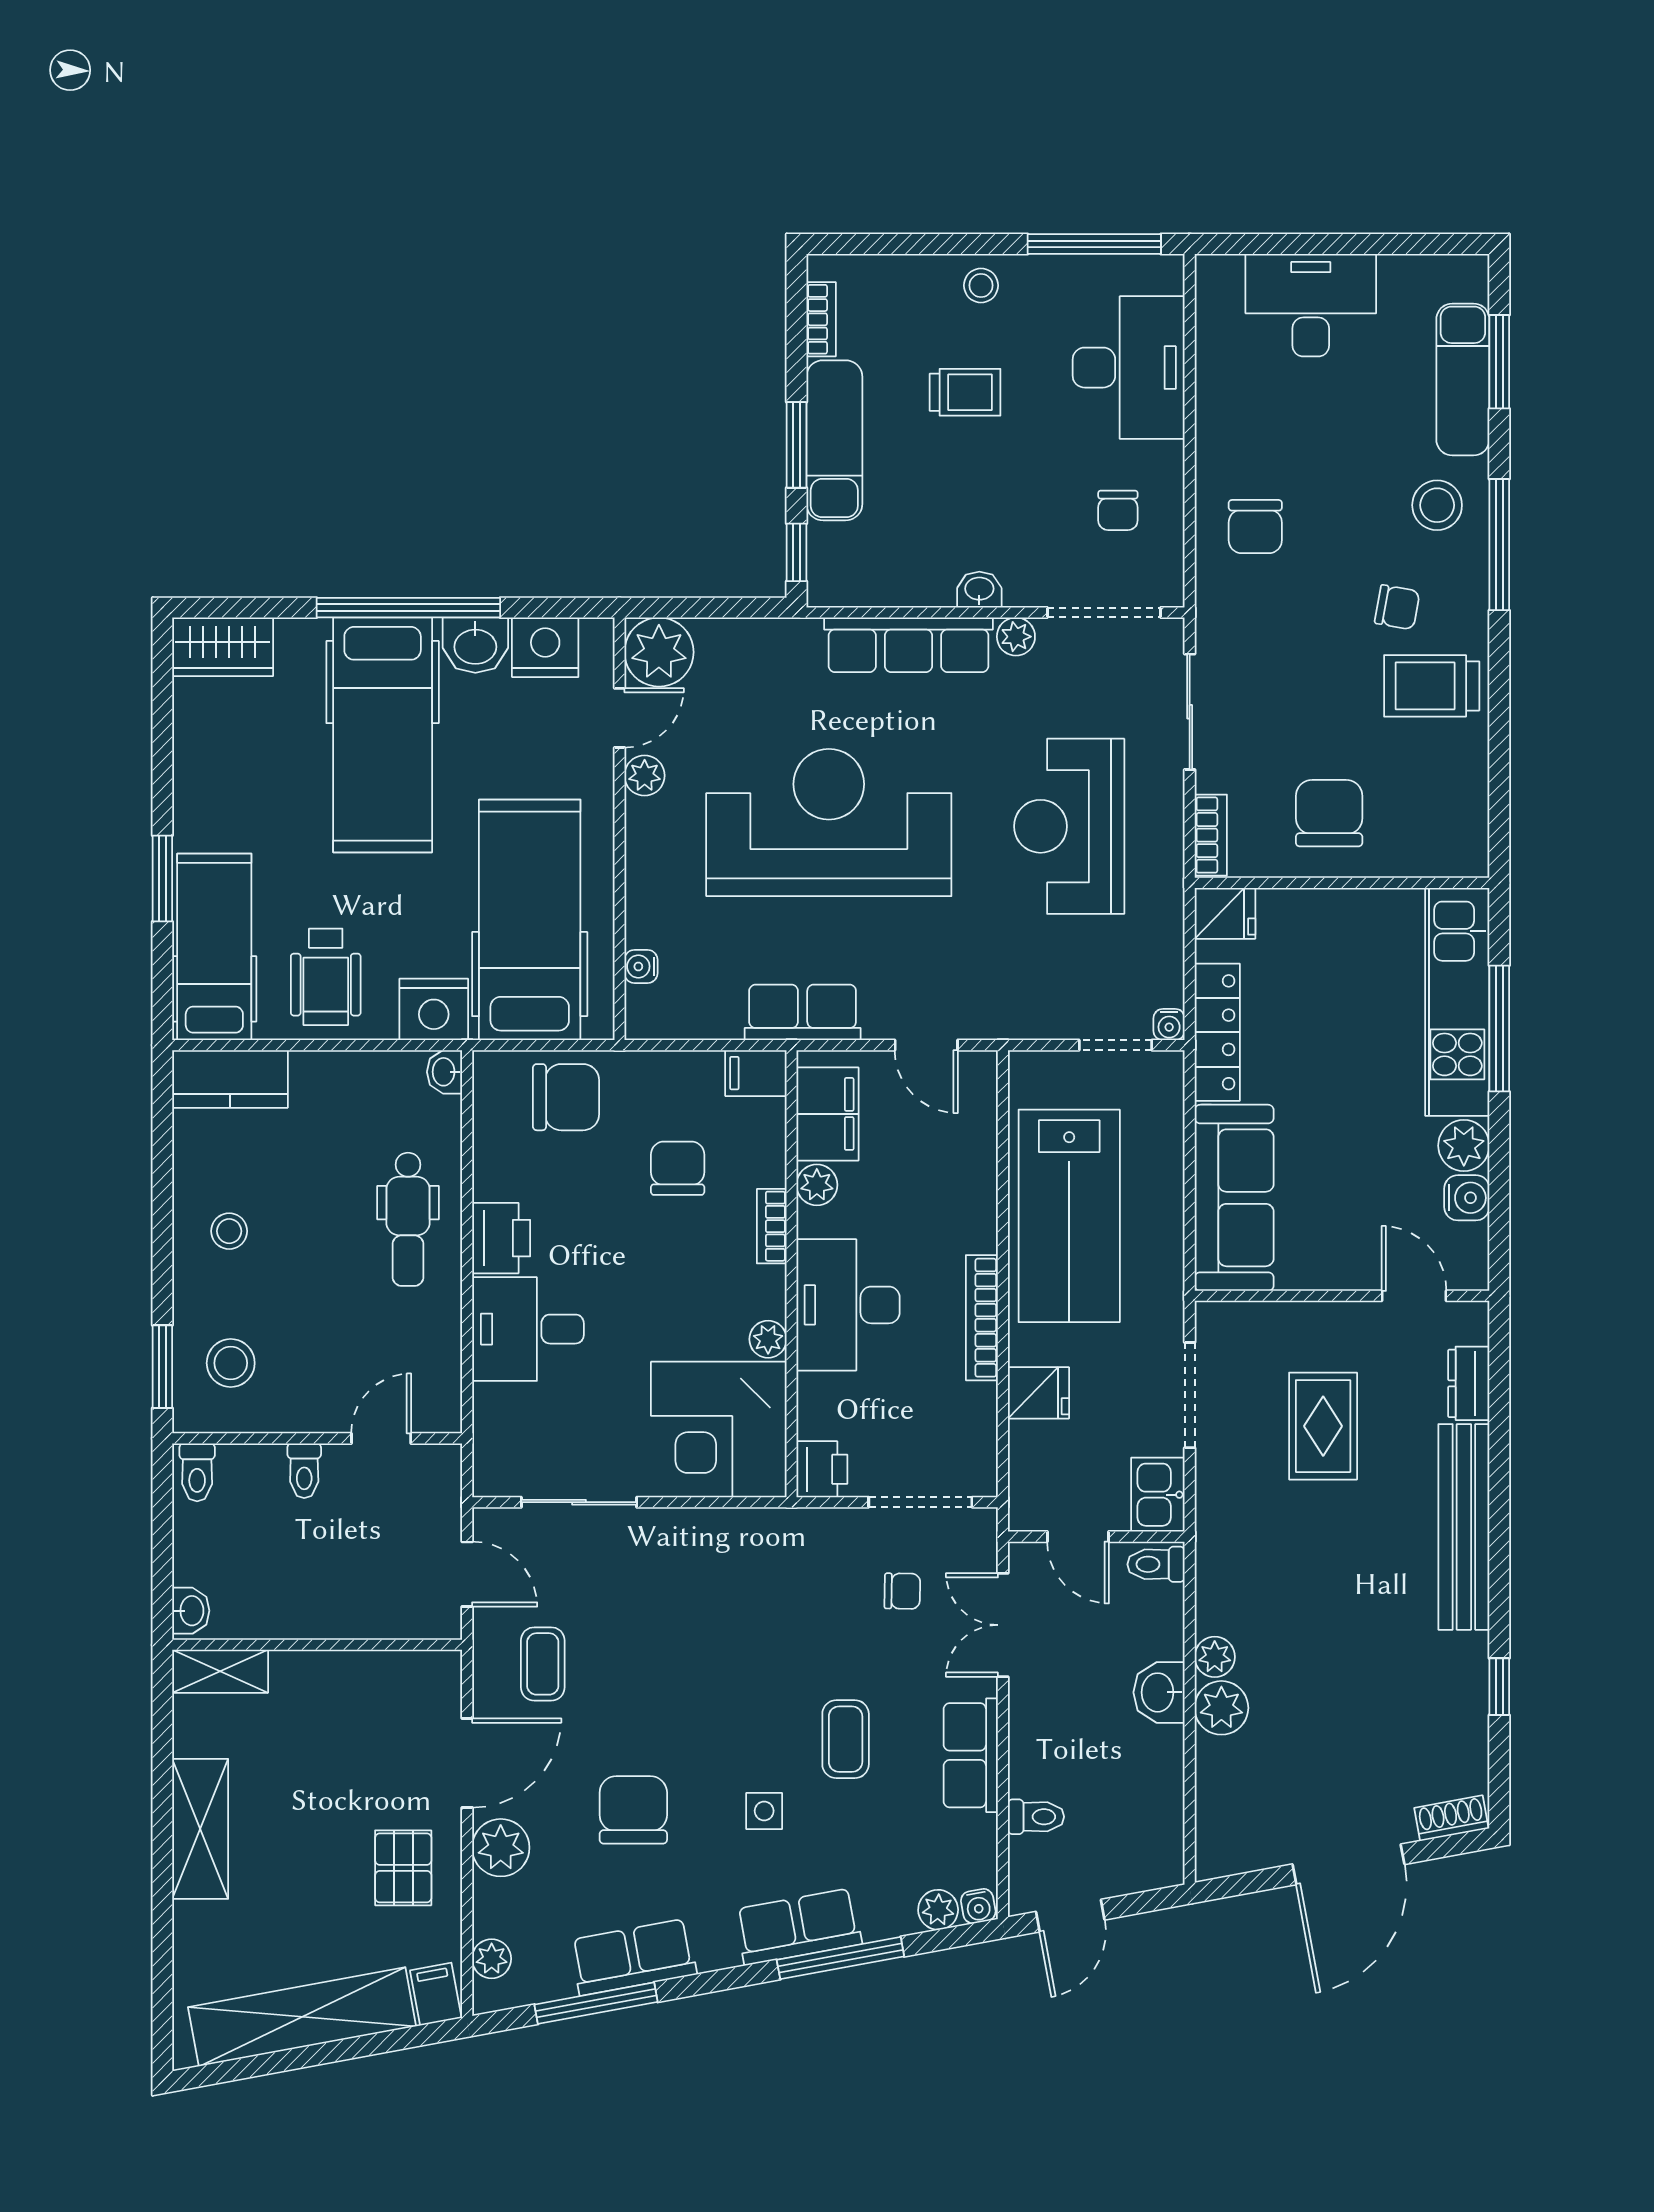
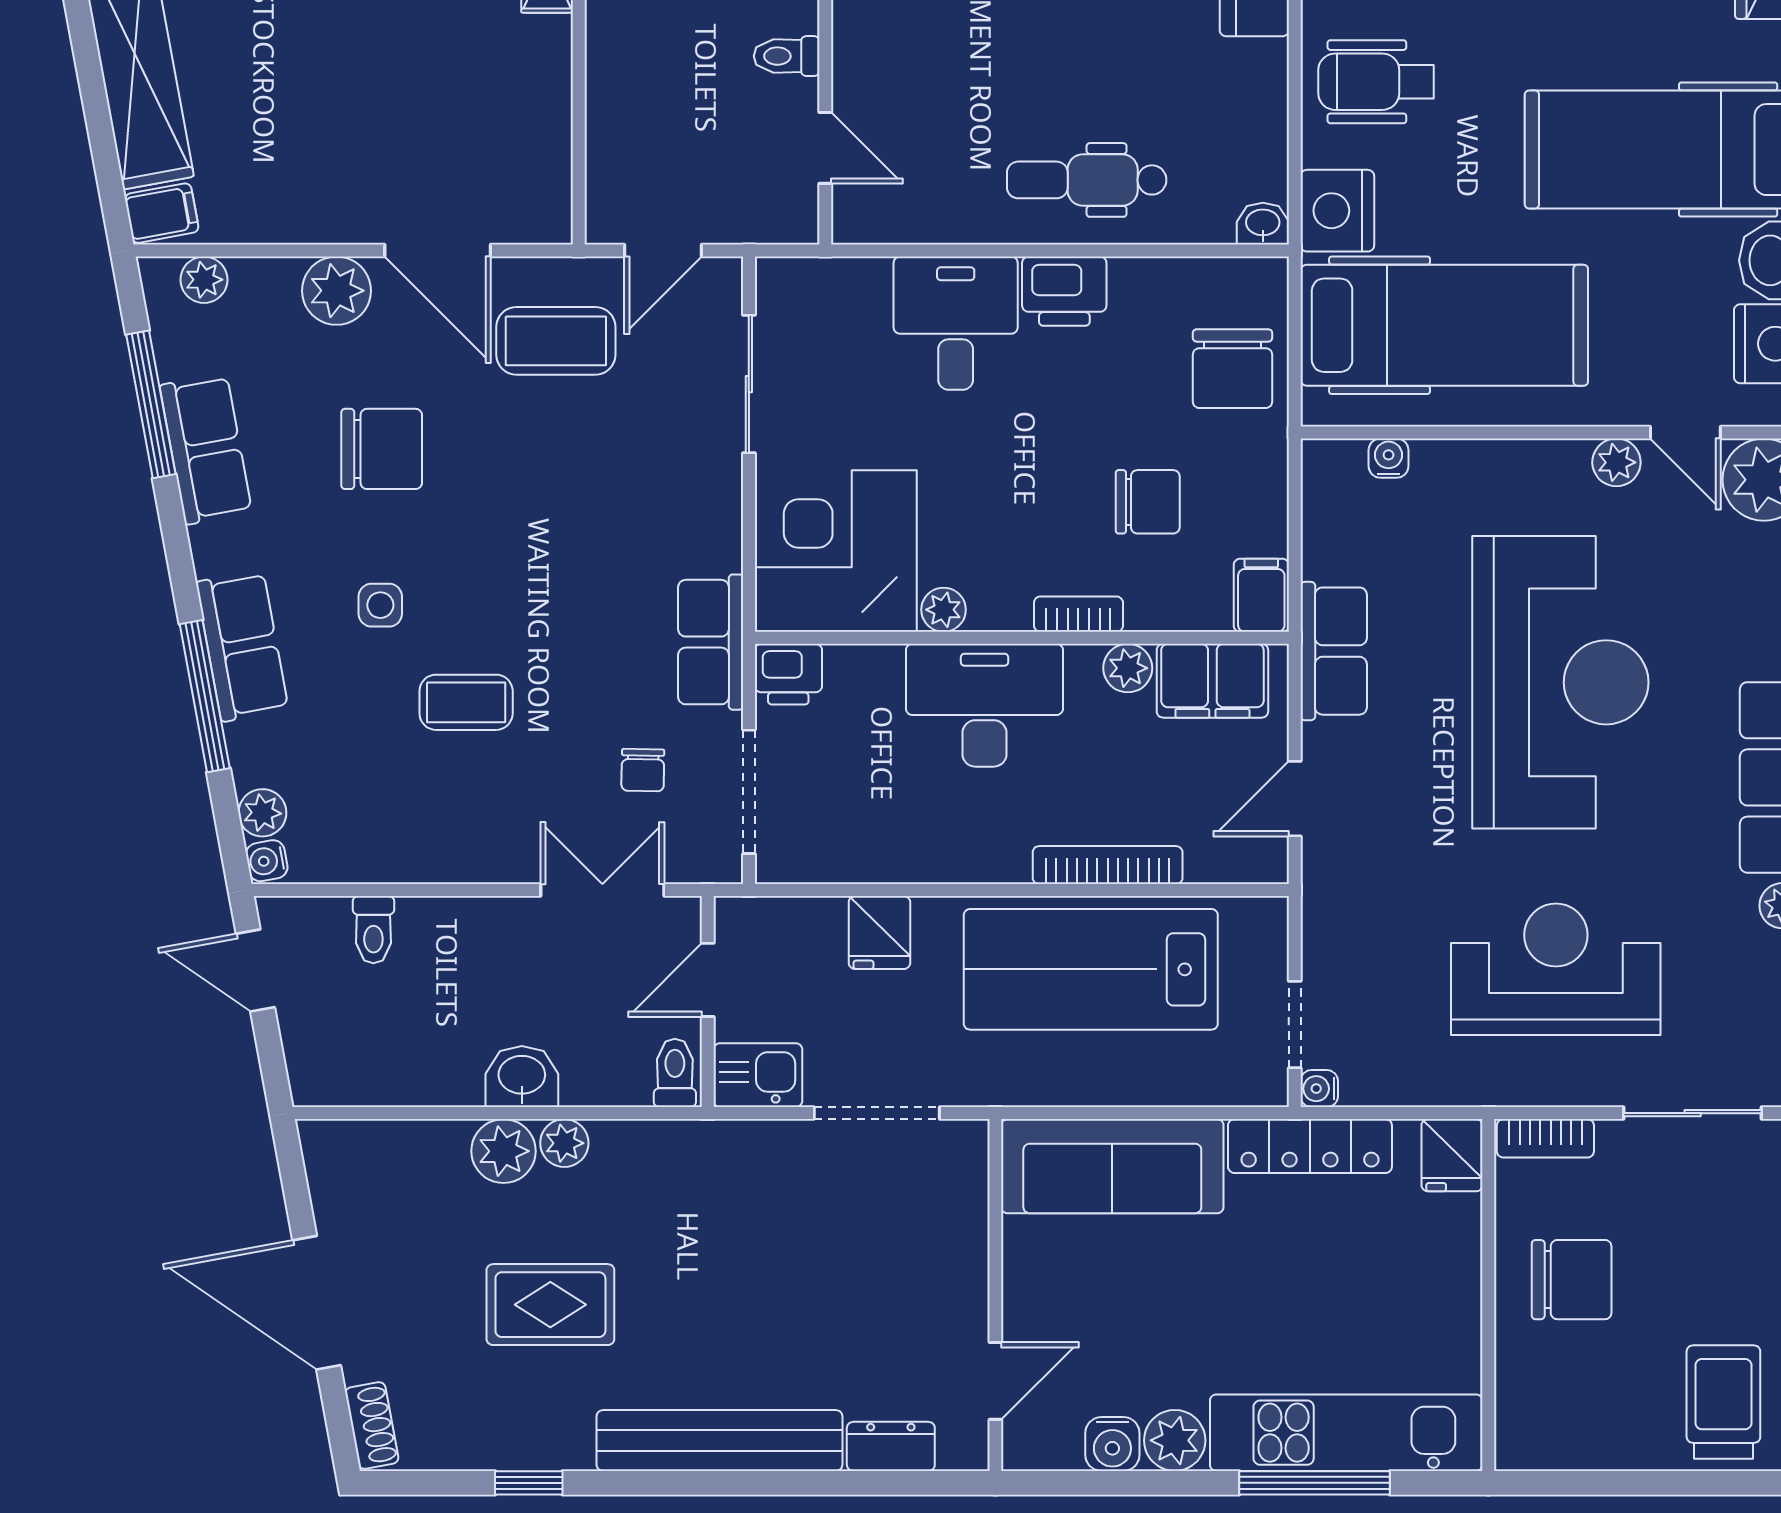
bookcase: (982, 1318) -> (1108, 865), moved
rug: (1323, 1426) -> (550, 1305), moved
coffee table: (543, 1664) -> (556, 341), width x1.36, depth x1.30
row of seats: (971, 1755) -> (711, 642), moved, turned -90
pallet: (403, 1868) -> (312, 174), removed

